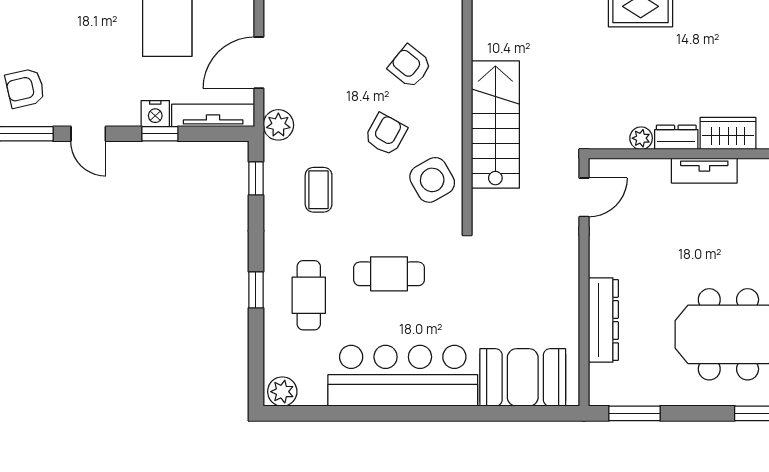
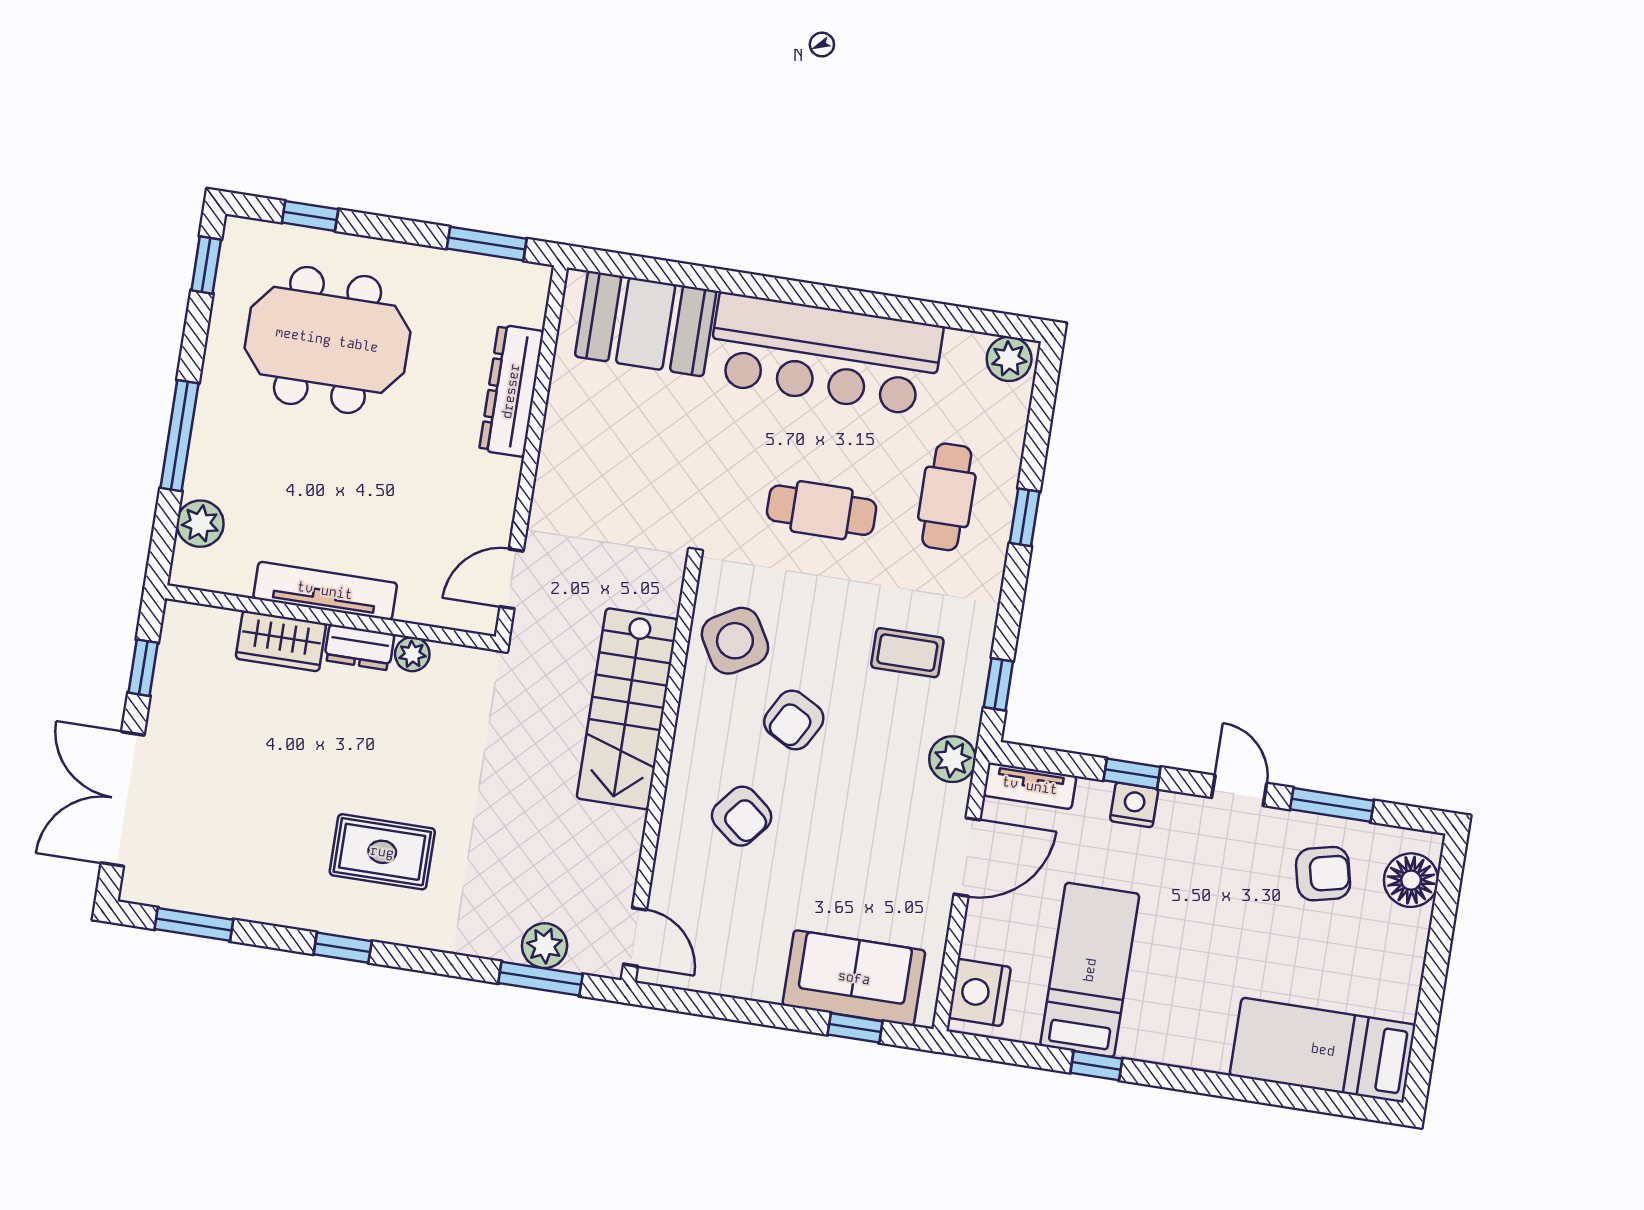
tv unit: (213, 115) -> (1030, 786), width x0.71
tv unit: (704, 171) -> (325, 591), width x1.41
coffee table: (319, 190) -> (907, 653), turned 90

